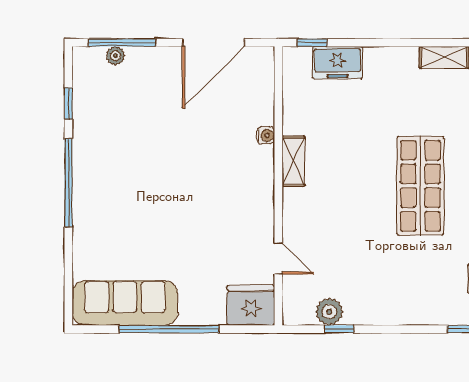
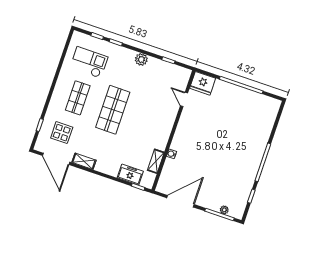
shelving: (293, 161) -> (156, 161), moved
sofa: (125, 303) -> (256, 103), removed
plant: (329, 312) -> (141, 59), moved

